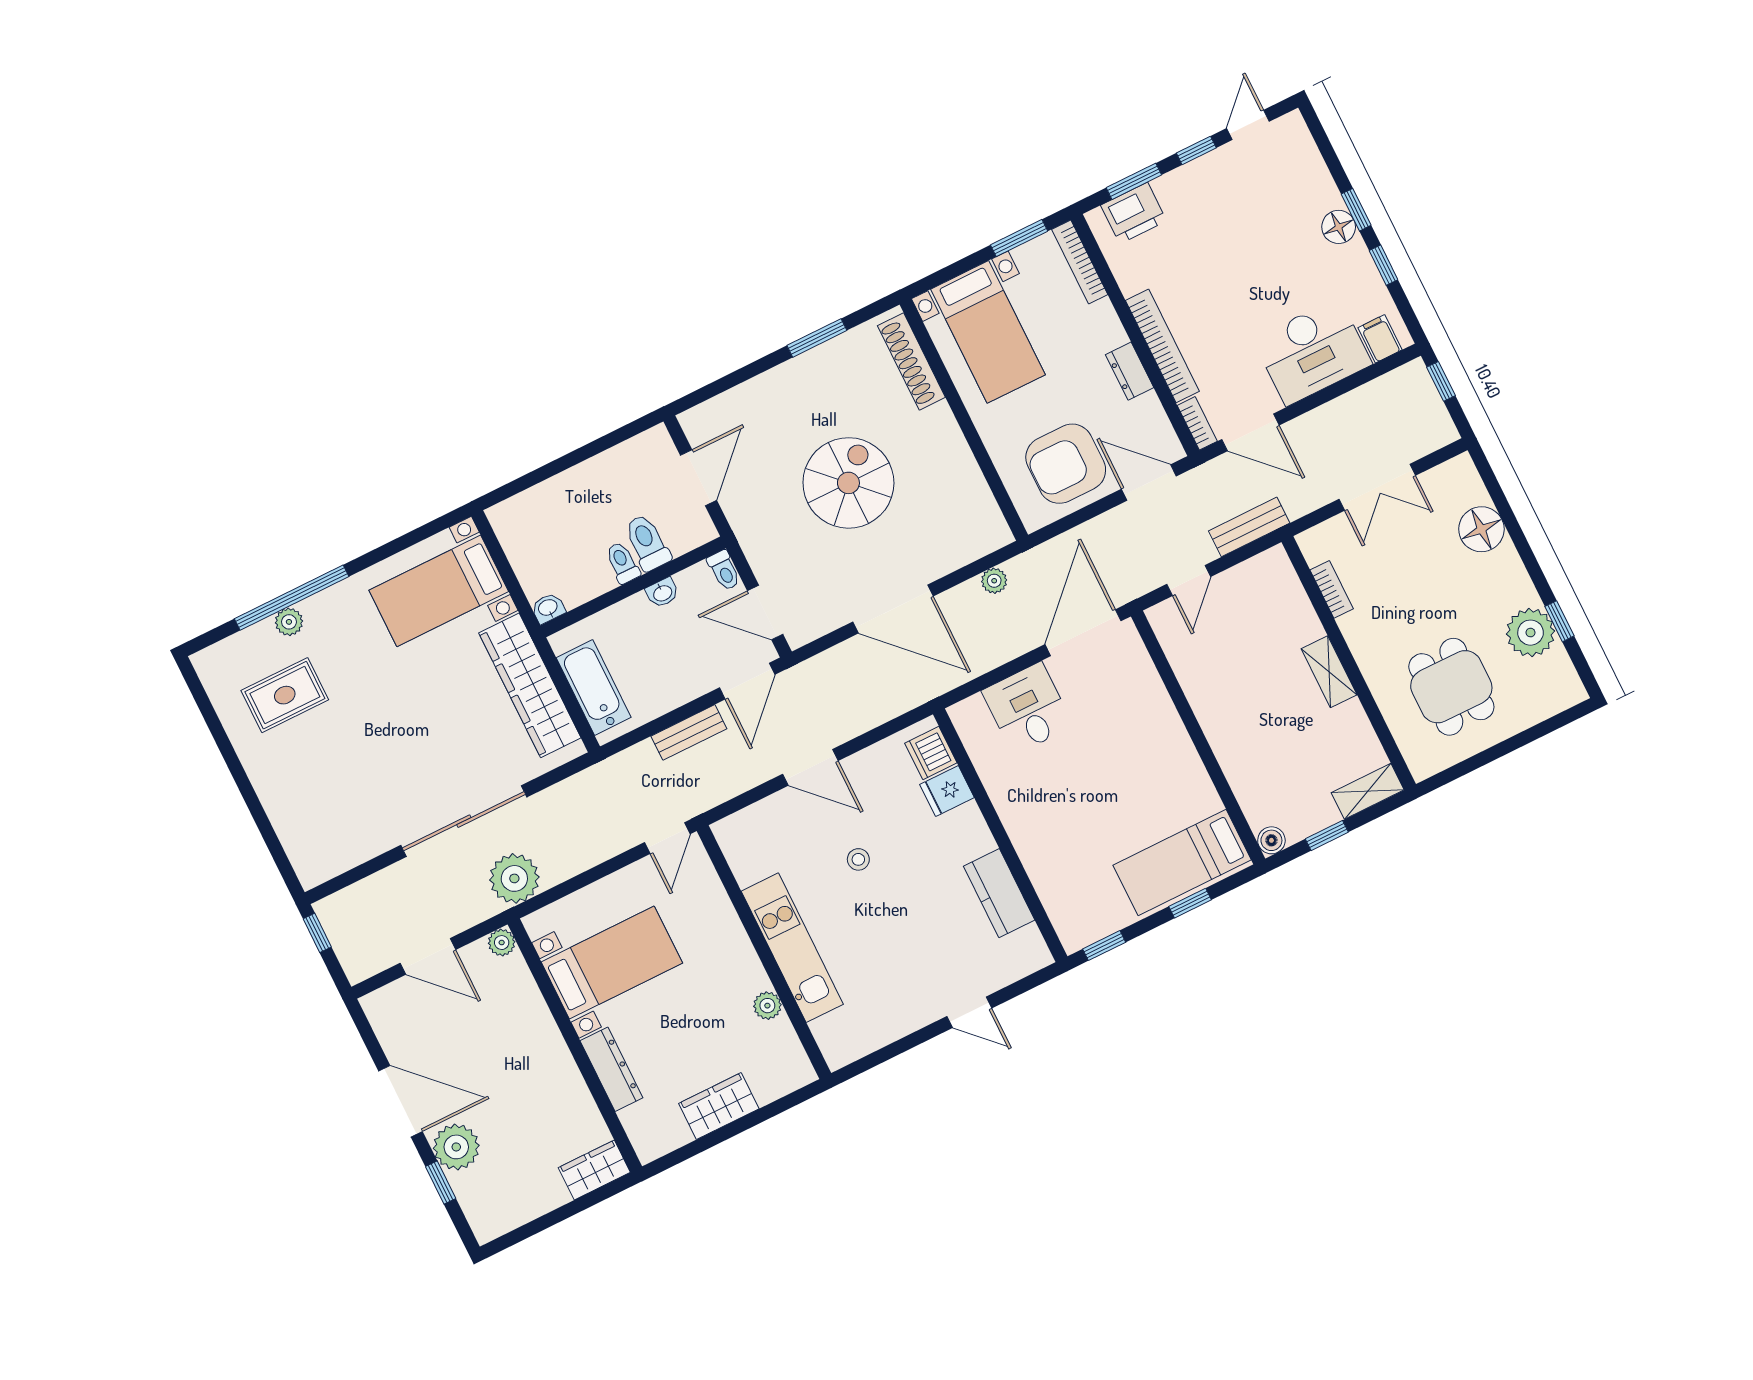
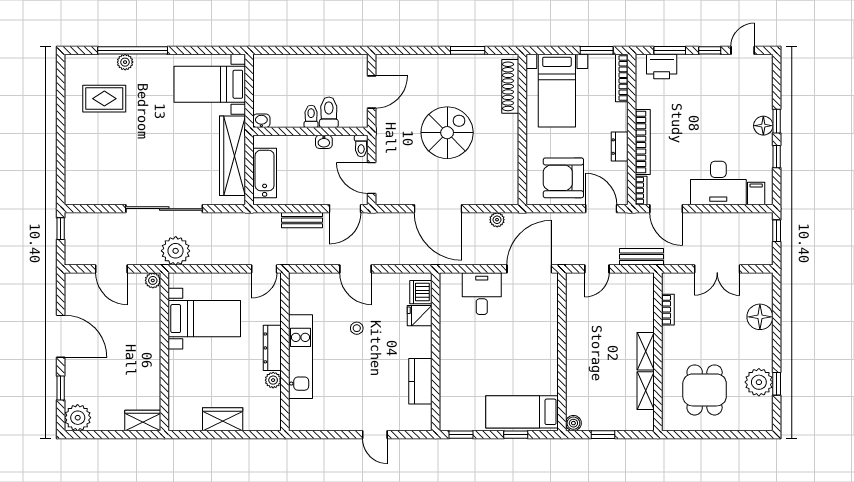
shelving: (1368, 791) -> (646, 391), moved, turned 90
dresser: (611, 1069) -> (272, 348), moved, turned 180
plant: (456, 1147) -> (78, 418), moved

